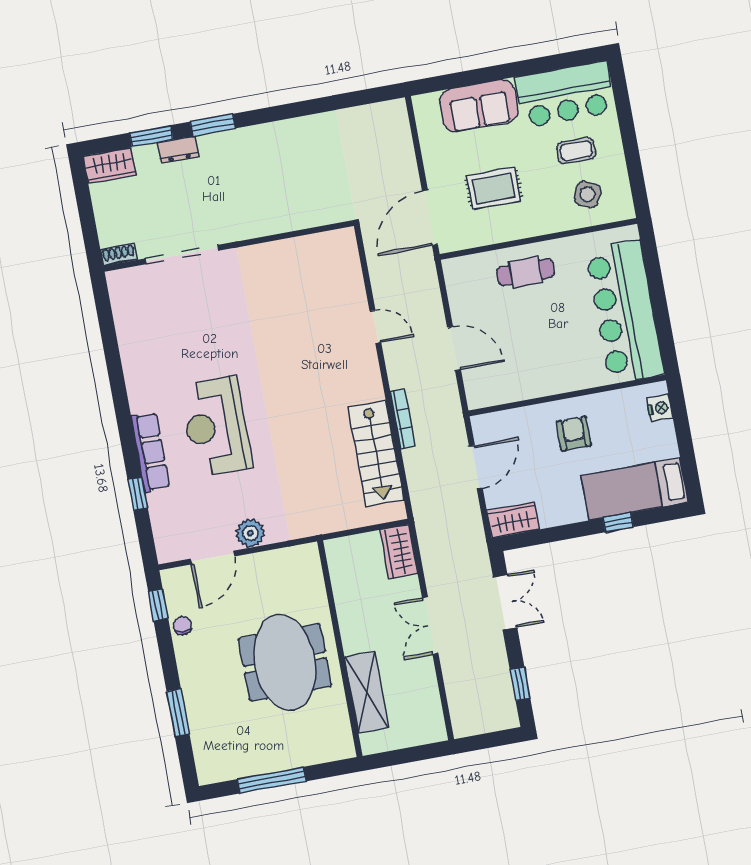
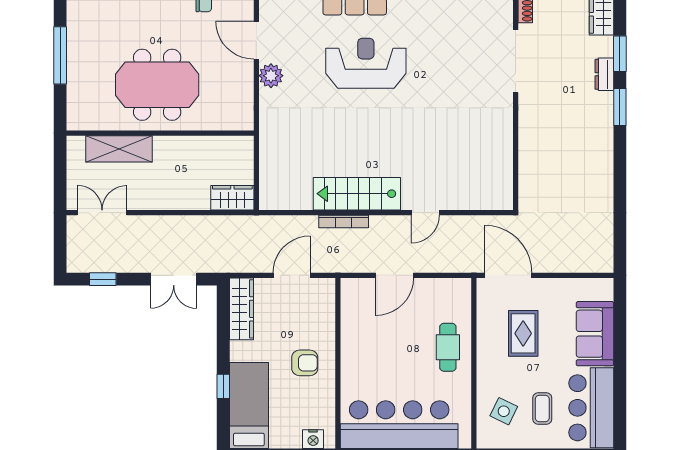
stairs: (376, 453) -> (357, 194), moved
door: (476, 467) -> (292, 275), swing flipped
wardrobe: (513, 520) -> (242, 309), width x1.50
double door: (430, 626) -> (102, 213), moved

